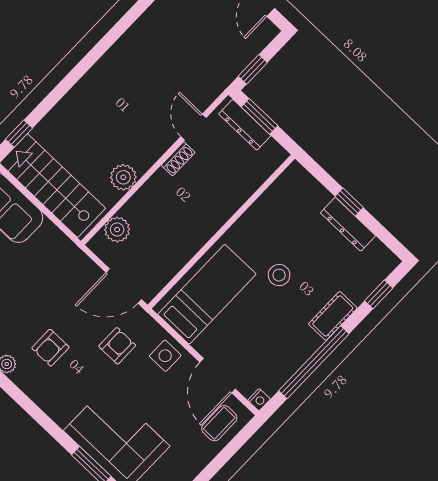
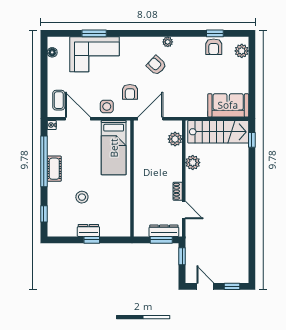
dresser: (348, 224) -> (88, 230), width x0.70
stool: (279, 275) -> (82, 197), moved
cot: (333, 316) -> (54, 169), moved
armchair: (50, 348) -> (156, 65), turned -47

